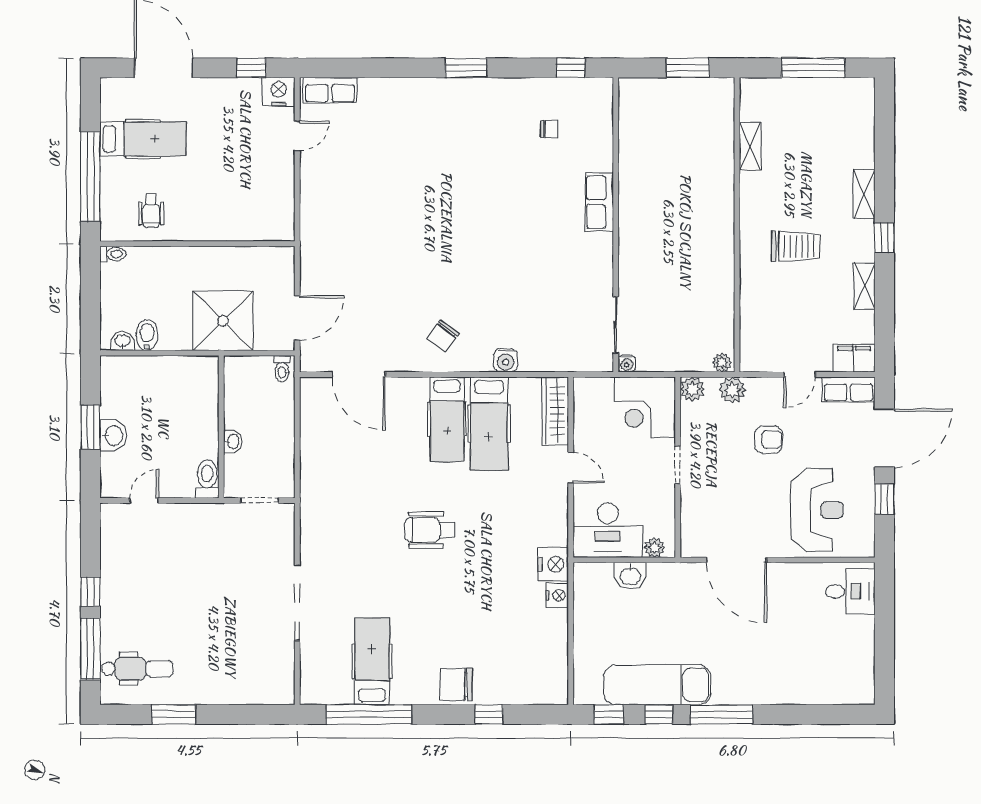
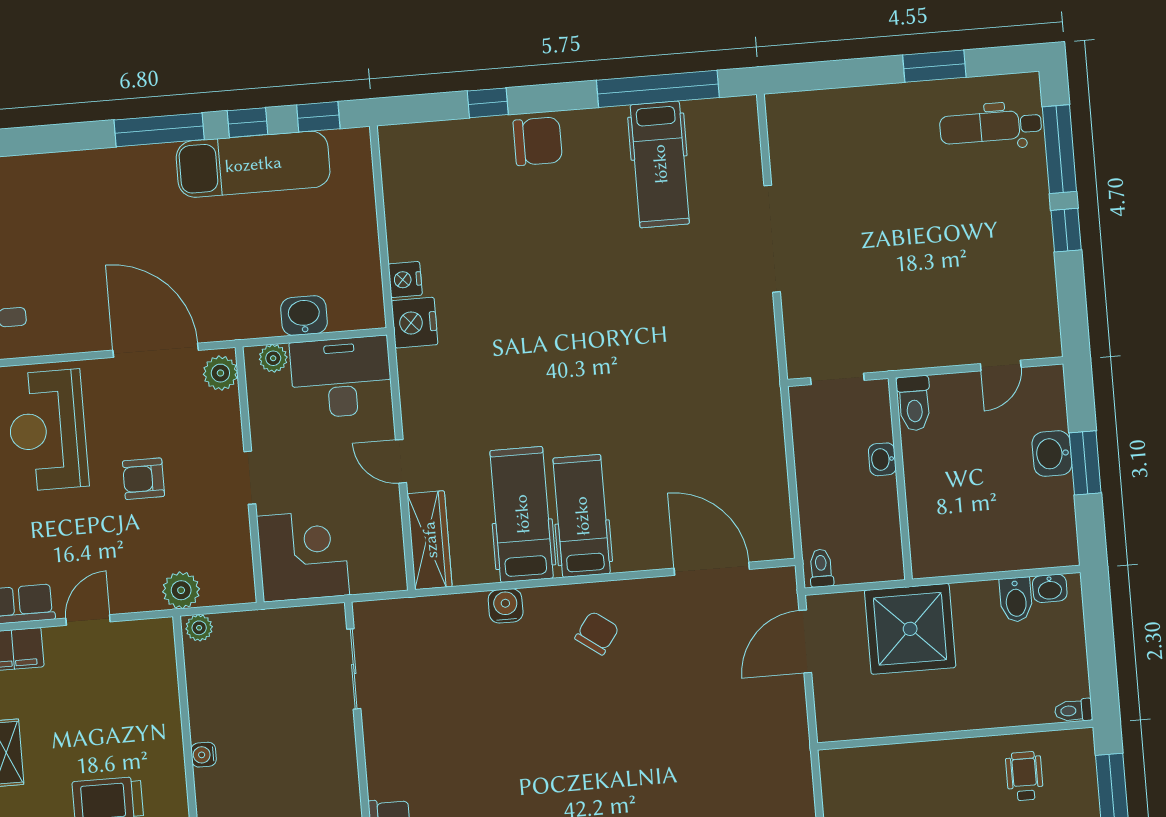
water cooler: (627, 363) -> (204, 755), moved, turned -90
plant: (692, 389) -> (220, 373), moved
armchair: (768, 440) -> (143, 479), moved
wheelchair: (430, 530) -> (593, 357), removed

